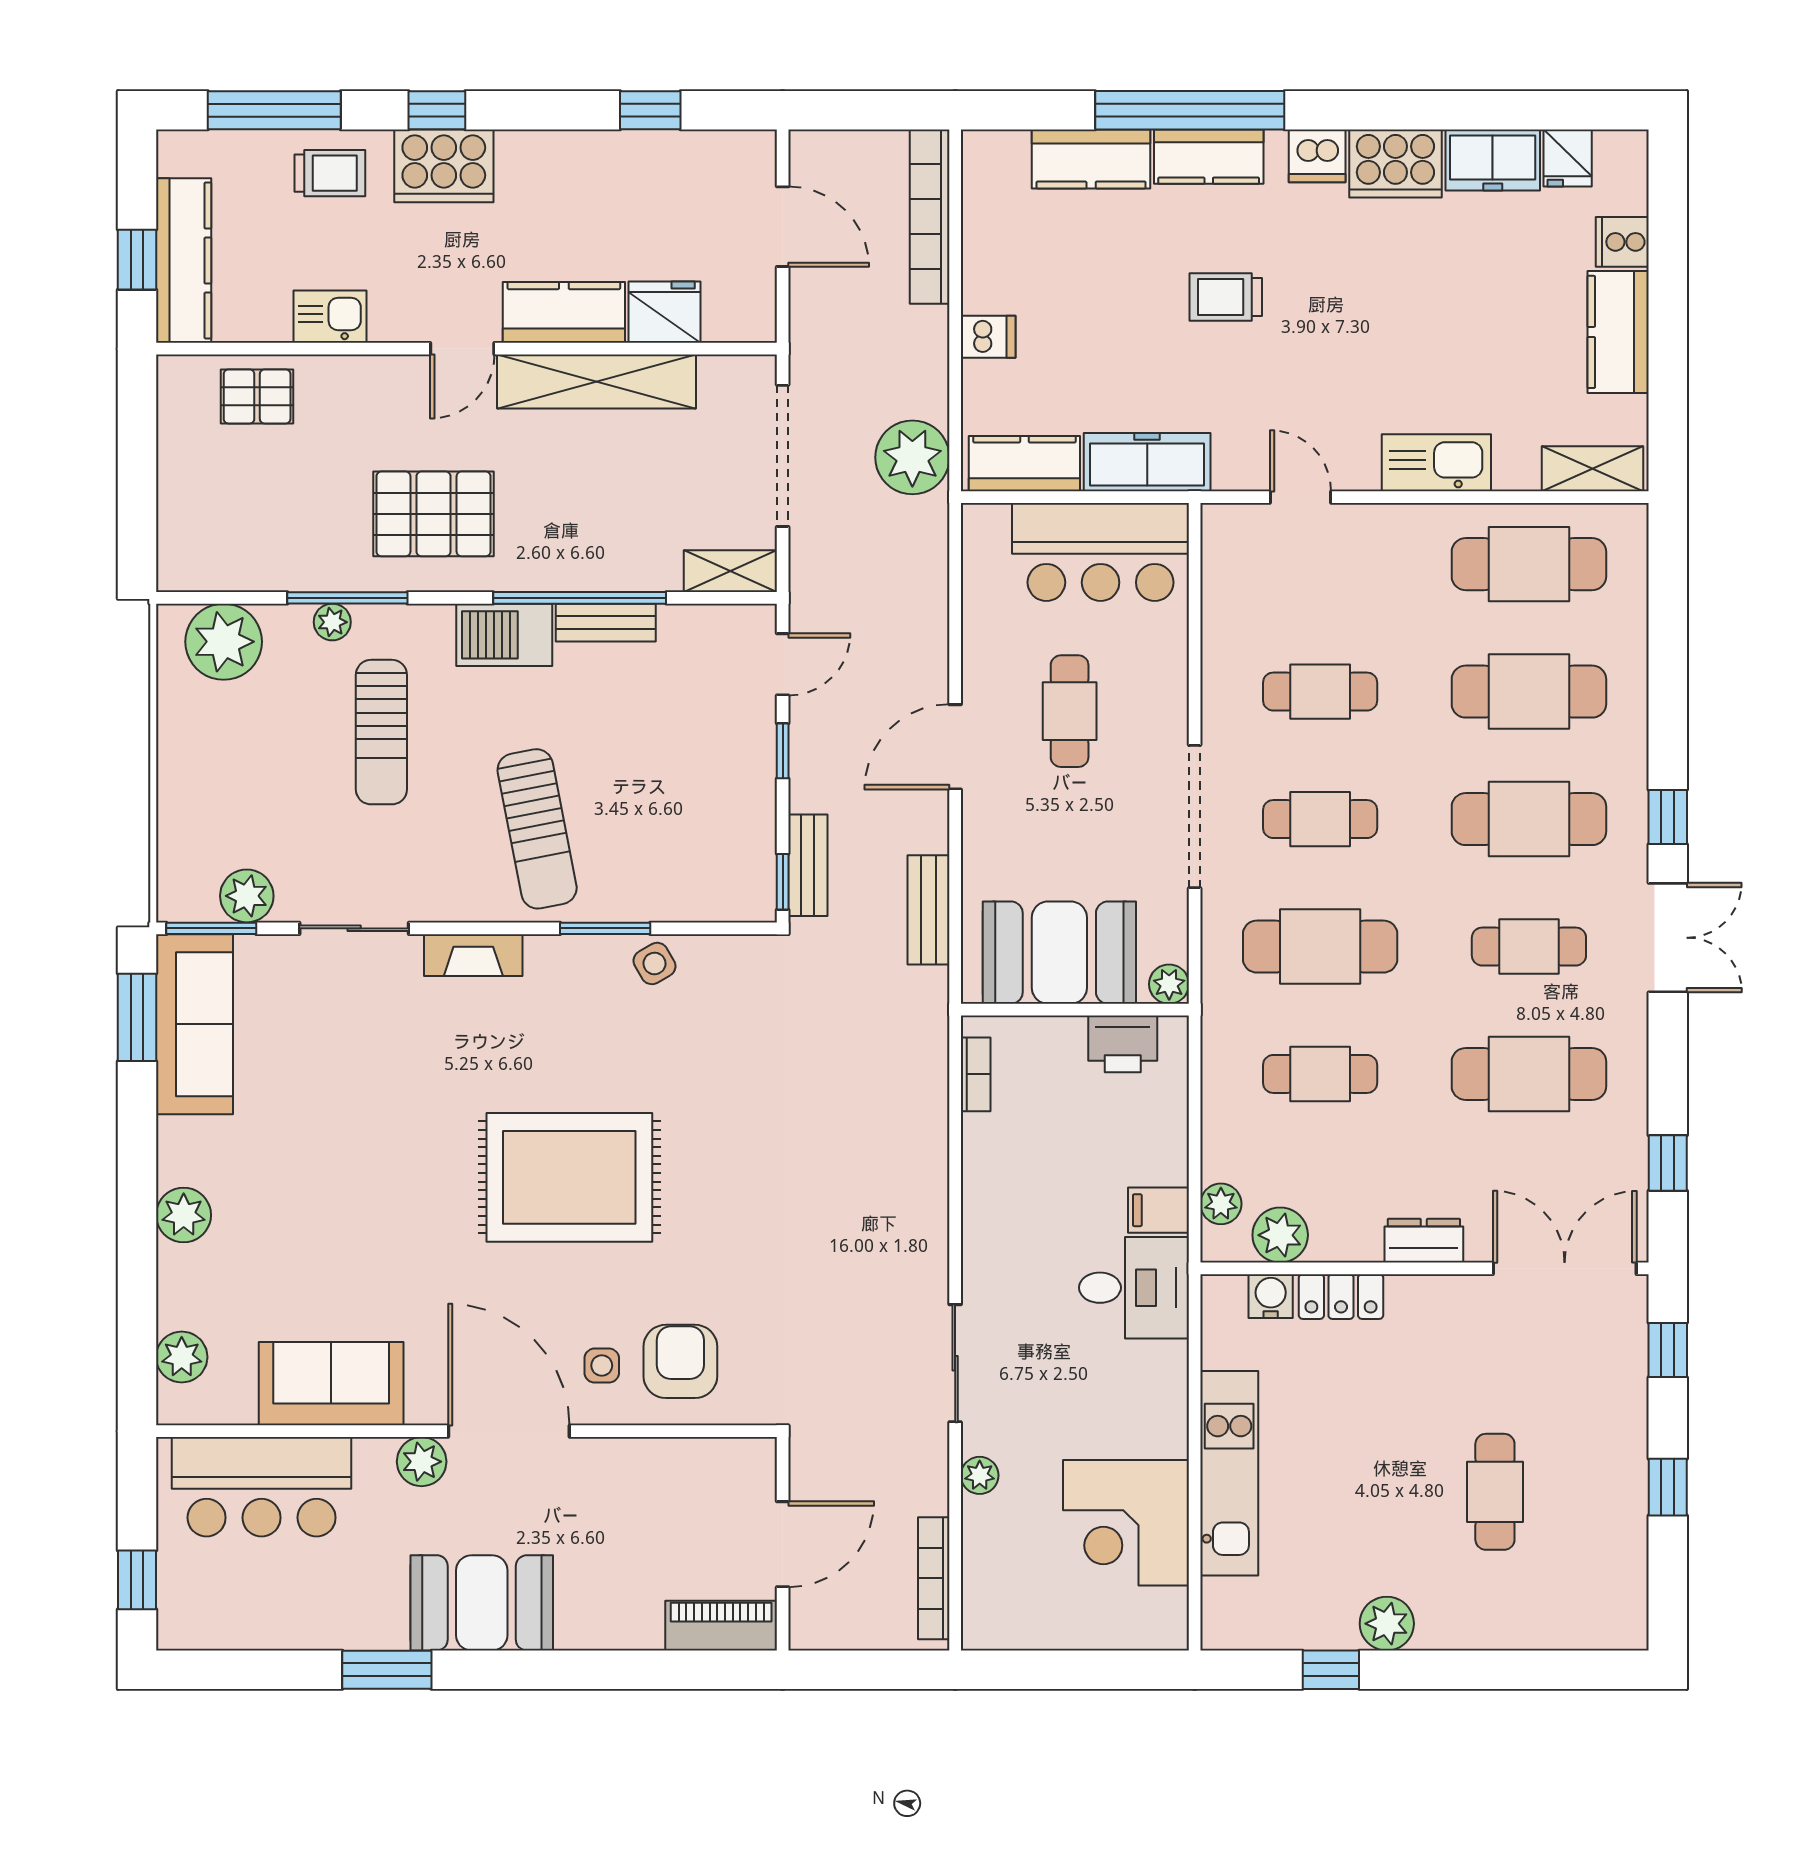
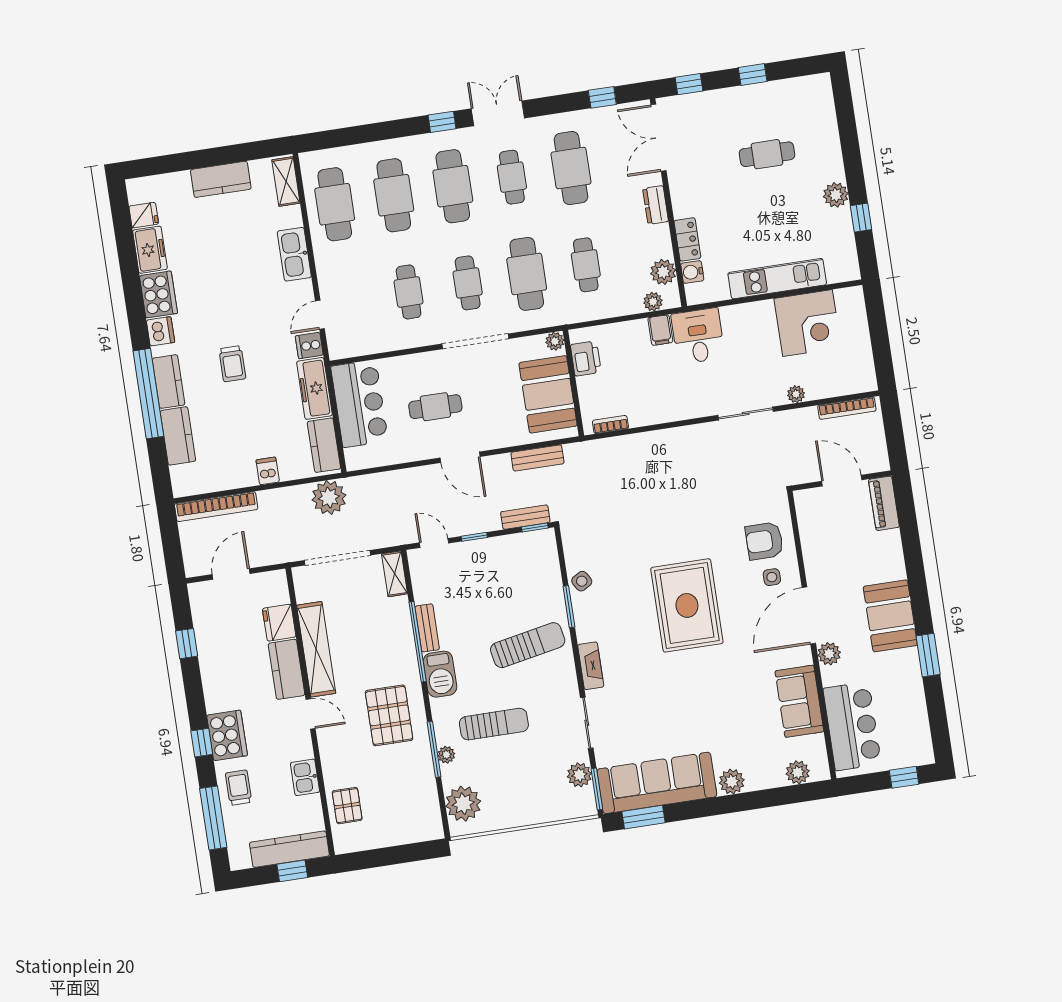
cooker: (1622, 242) -> (309, 346), moved, turned 90
sofa: (195, 1024) -> (657, 783), width x1.36, depth x1.27

